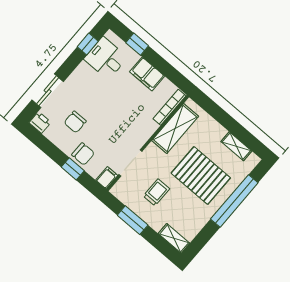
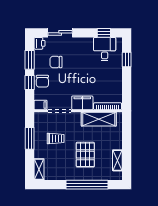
filing cabinet: (147, 74) -> (82, 103), moved, turned 90
window: (49, 148) -> (30, 60), added
pallet: (201, 176) -> (85, 155), width x0.73, depth x0.71

